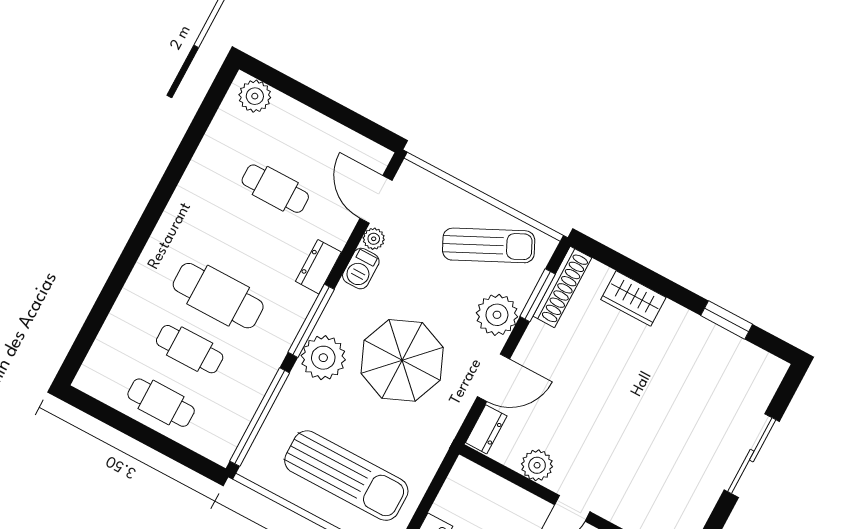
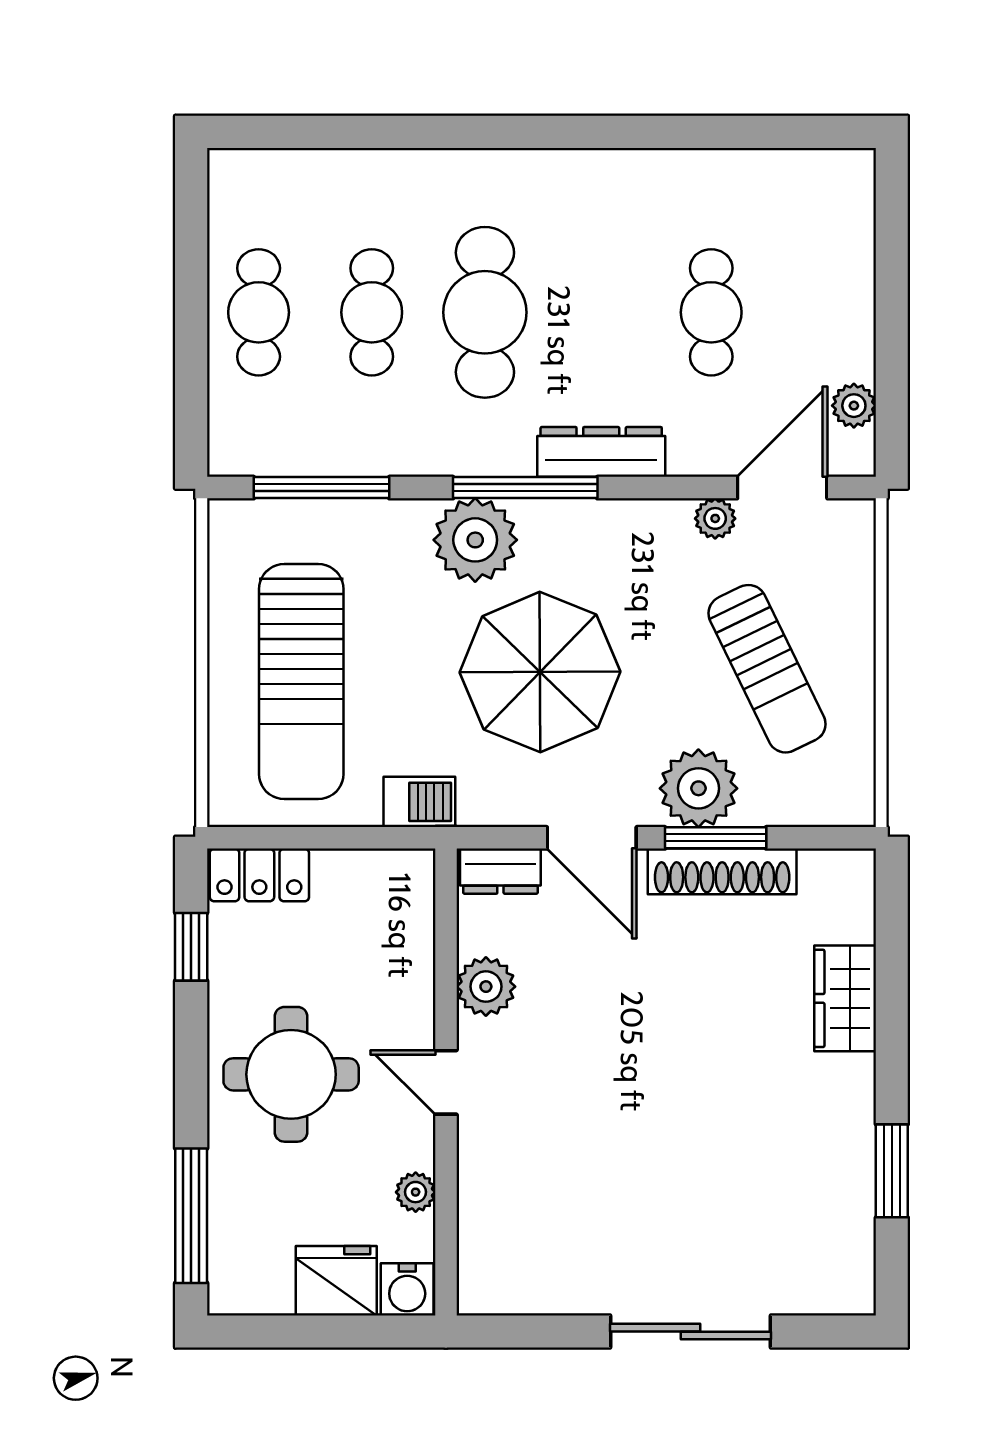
plant: (255, 96) -> (854, 406), moved, width x0.73, depth x0.73
sun lounger: (489, 245) -> (767, 669), moved
dresser: (318, 267) -> (601, 452), width x1.44
barbecue: (361, 269) -> (419, 802), moved, turned 180
shoe rack: (562, 287) -> (722, 871), moved
window: (538, 295) -> (716, 838), moved
window: (260, 417) -> (321, 488), width x0.68

